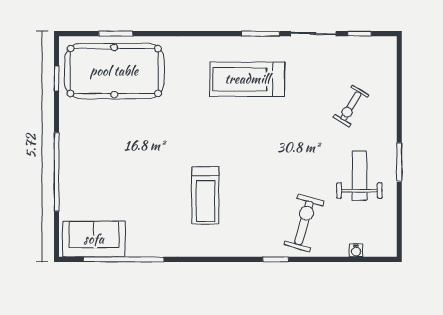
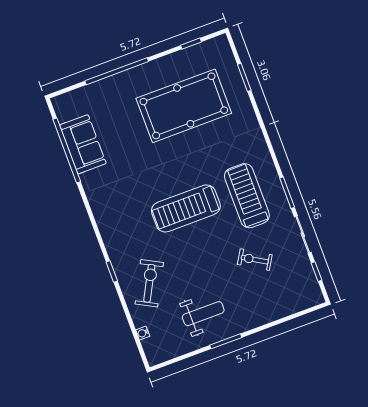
pool table: (114, 71) -> (184, 106), moved, turned 90
exercise bike: (351, 106) -> (255, 260), moved
treadmill: (205, 195) -> (186, 208), moved, width x1.37, depth x1.38
exercise bike: (304, 223) -> (149, 283), turned -78
sofa: (94, 239) -> (83, 144), moved

